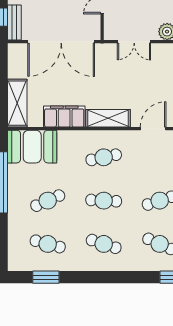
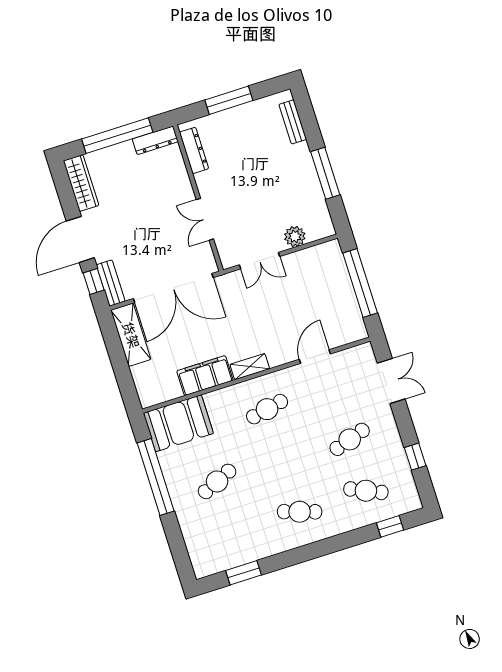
shelving: (17, 103) -> (131, 335), moved
shelving: (108, 118) -> (250, 367), width x0.67, depth x0.75
cafe table: (104, 201) -> (283, 460), removed
cafe table: (48, 244) -> (233, 533), removed

